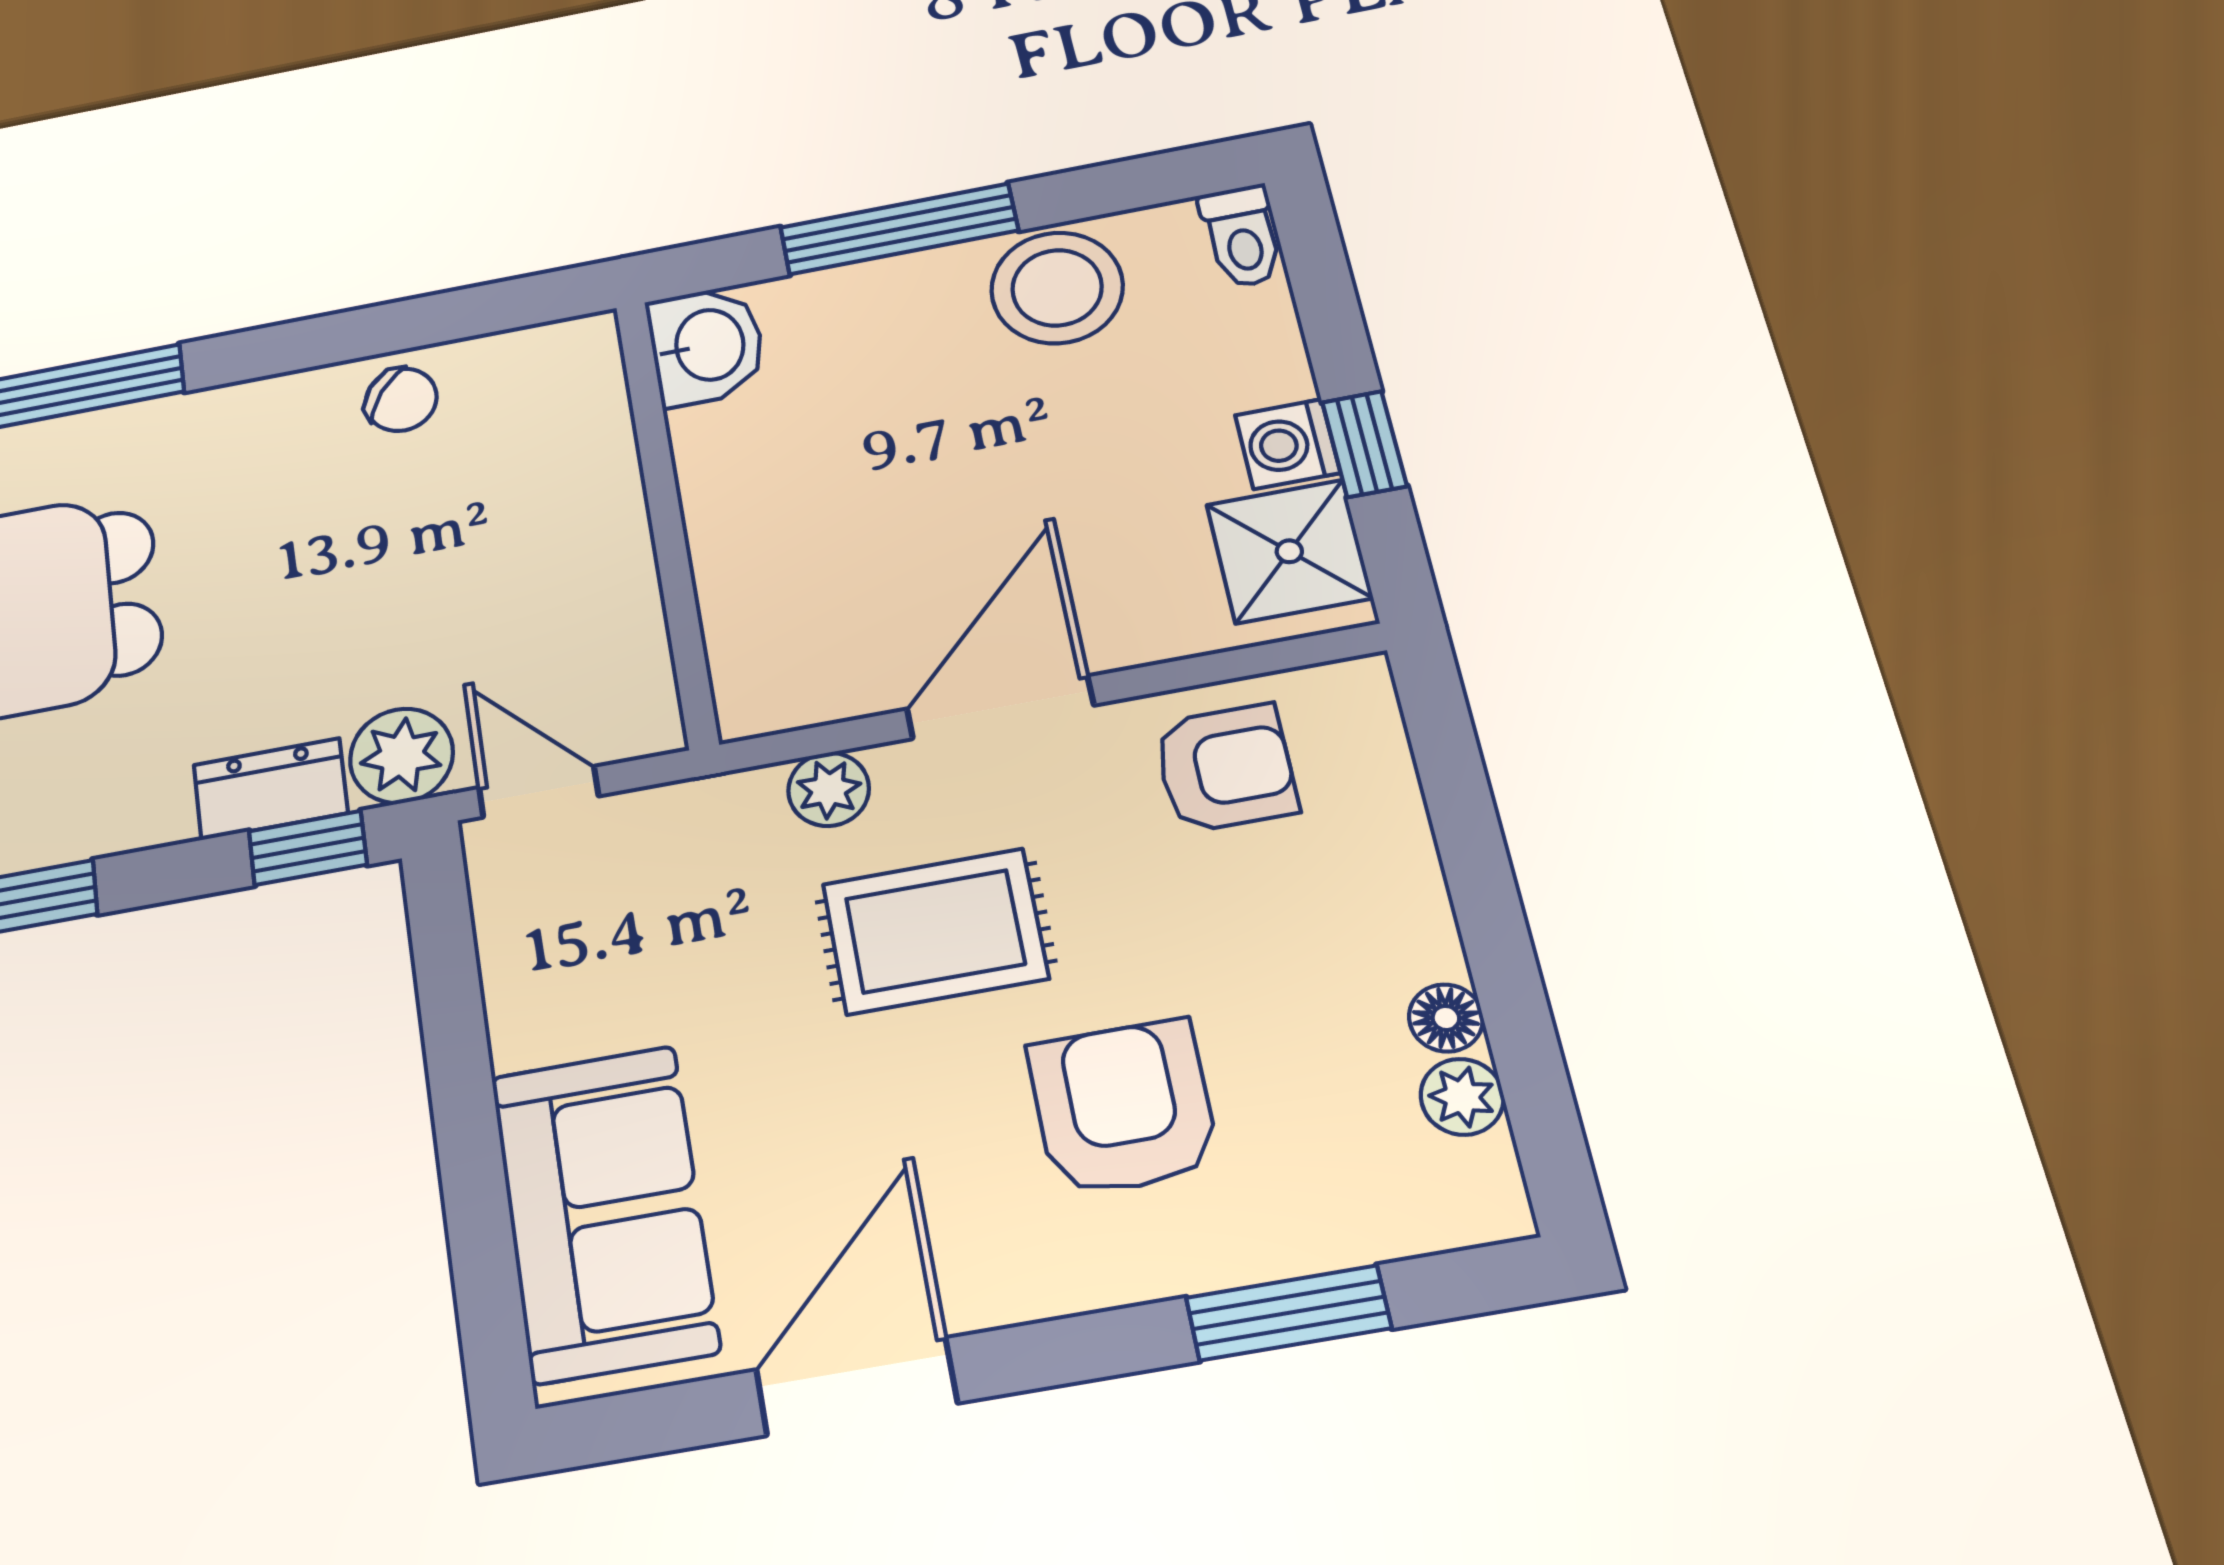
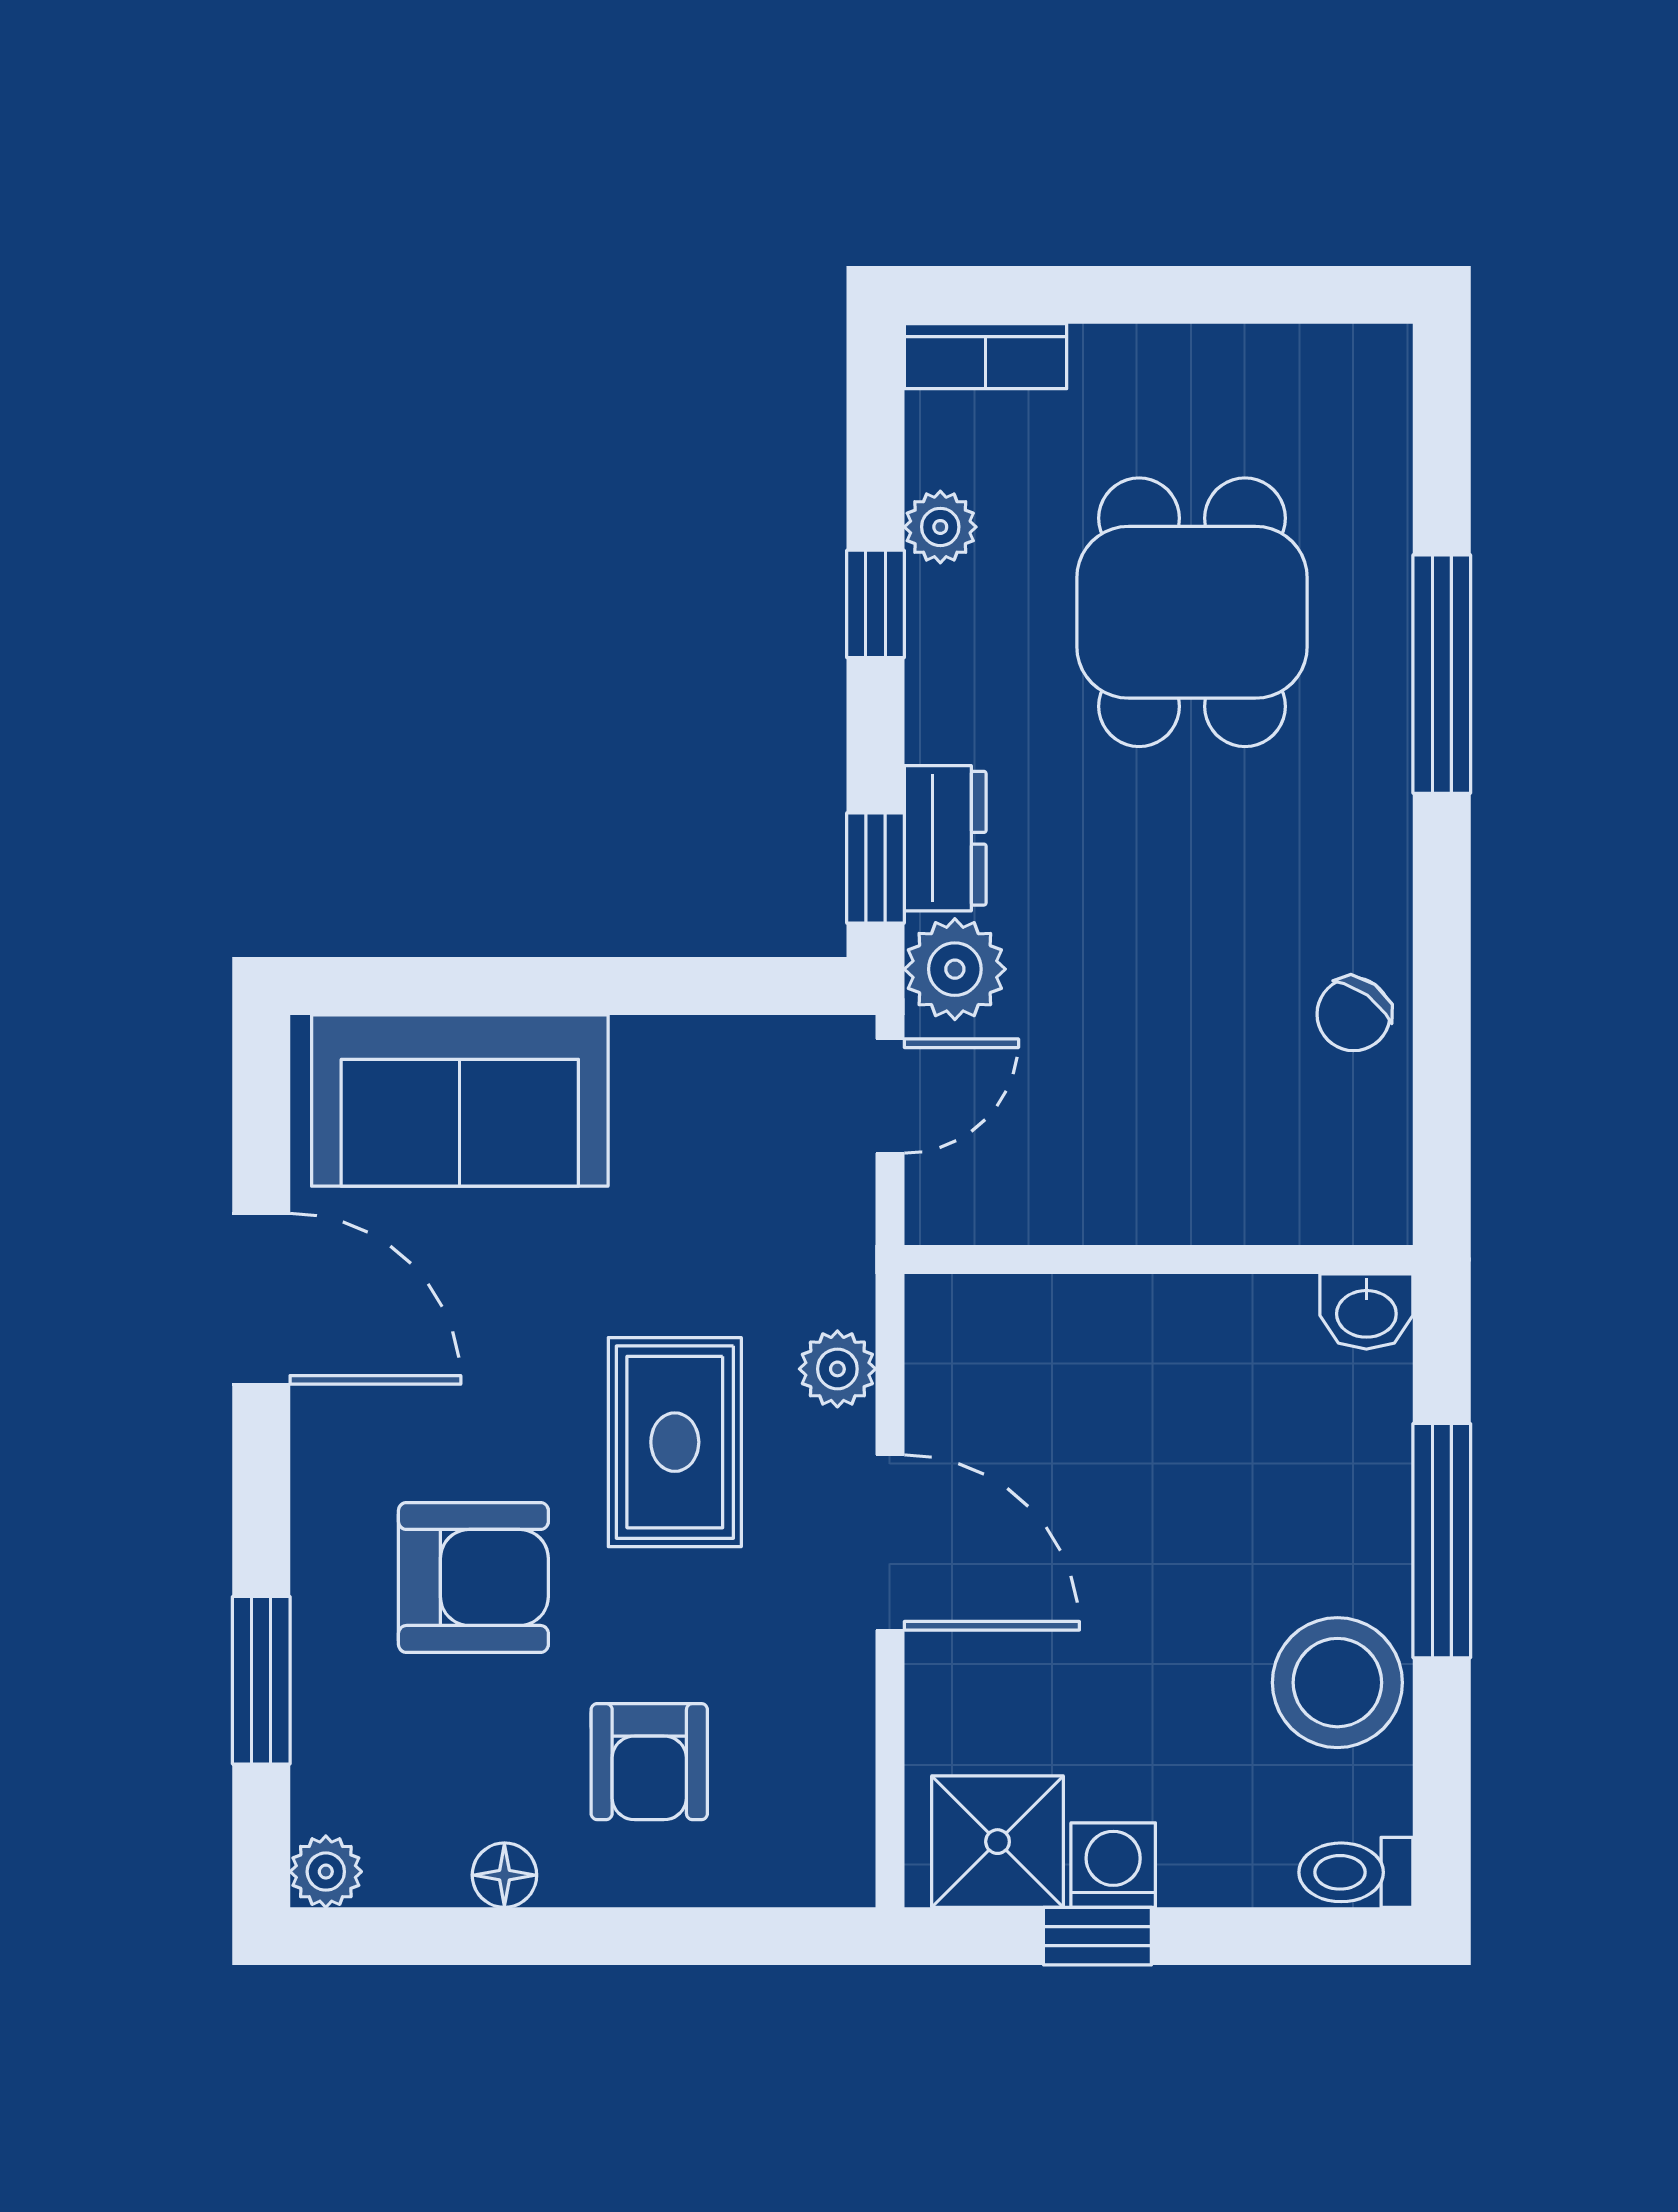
washbasin: (707, 345) -> (1366, 1312), width x0.72, depth x0.69
armchair: (1226, 768) -> (649, 1762), moved
plant: (1462, 1097) -> (326, 1872), moved

